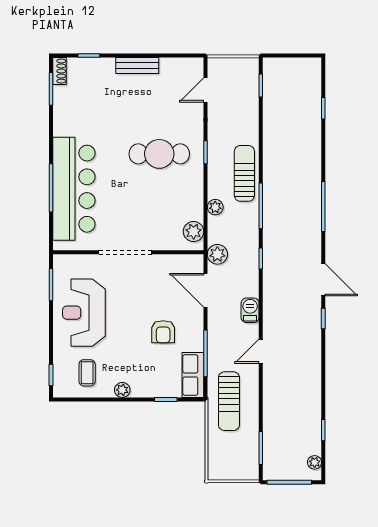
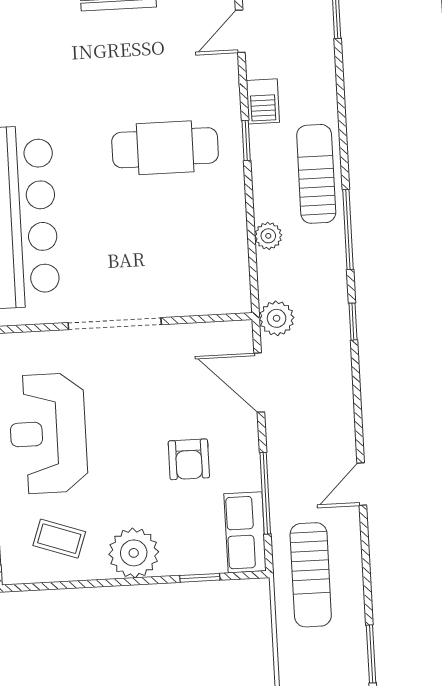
plant: (194, 232) -> (233, 281), removed
barbecue: (250, 310) -> (263, 101), moved, turned 180
coffee table: (87, 373) -> (59, 539), turned -71
plant: (122, 390) -> (134, 553), width x1.87, depth x1.87

